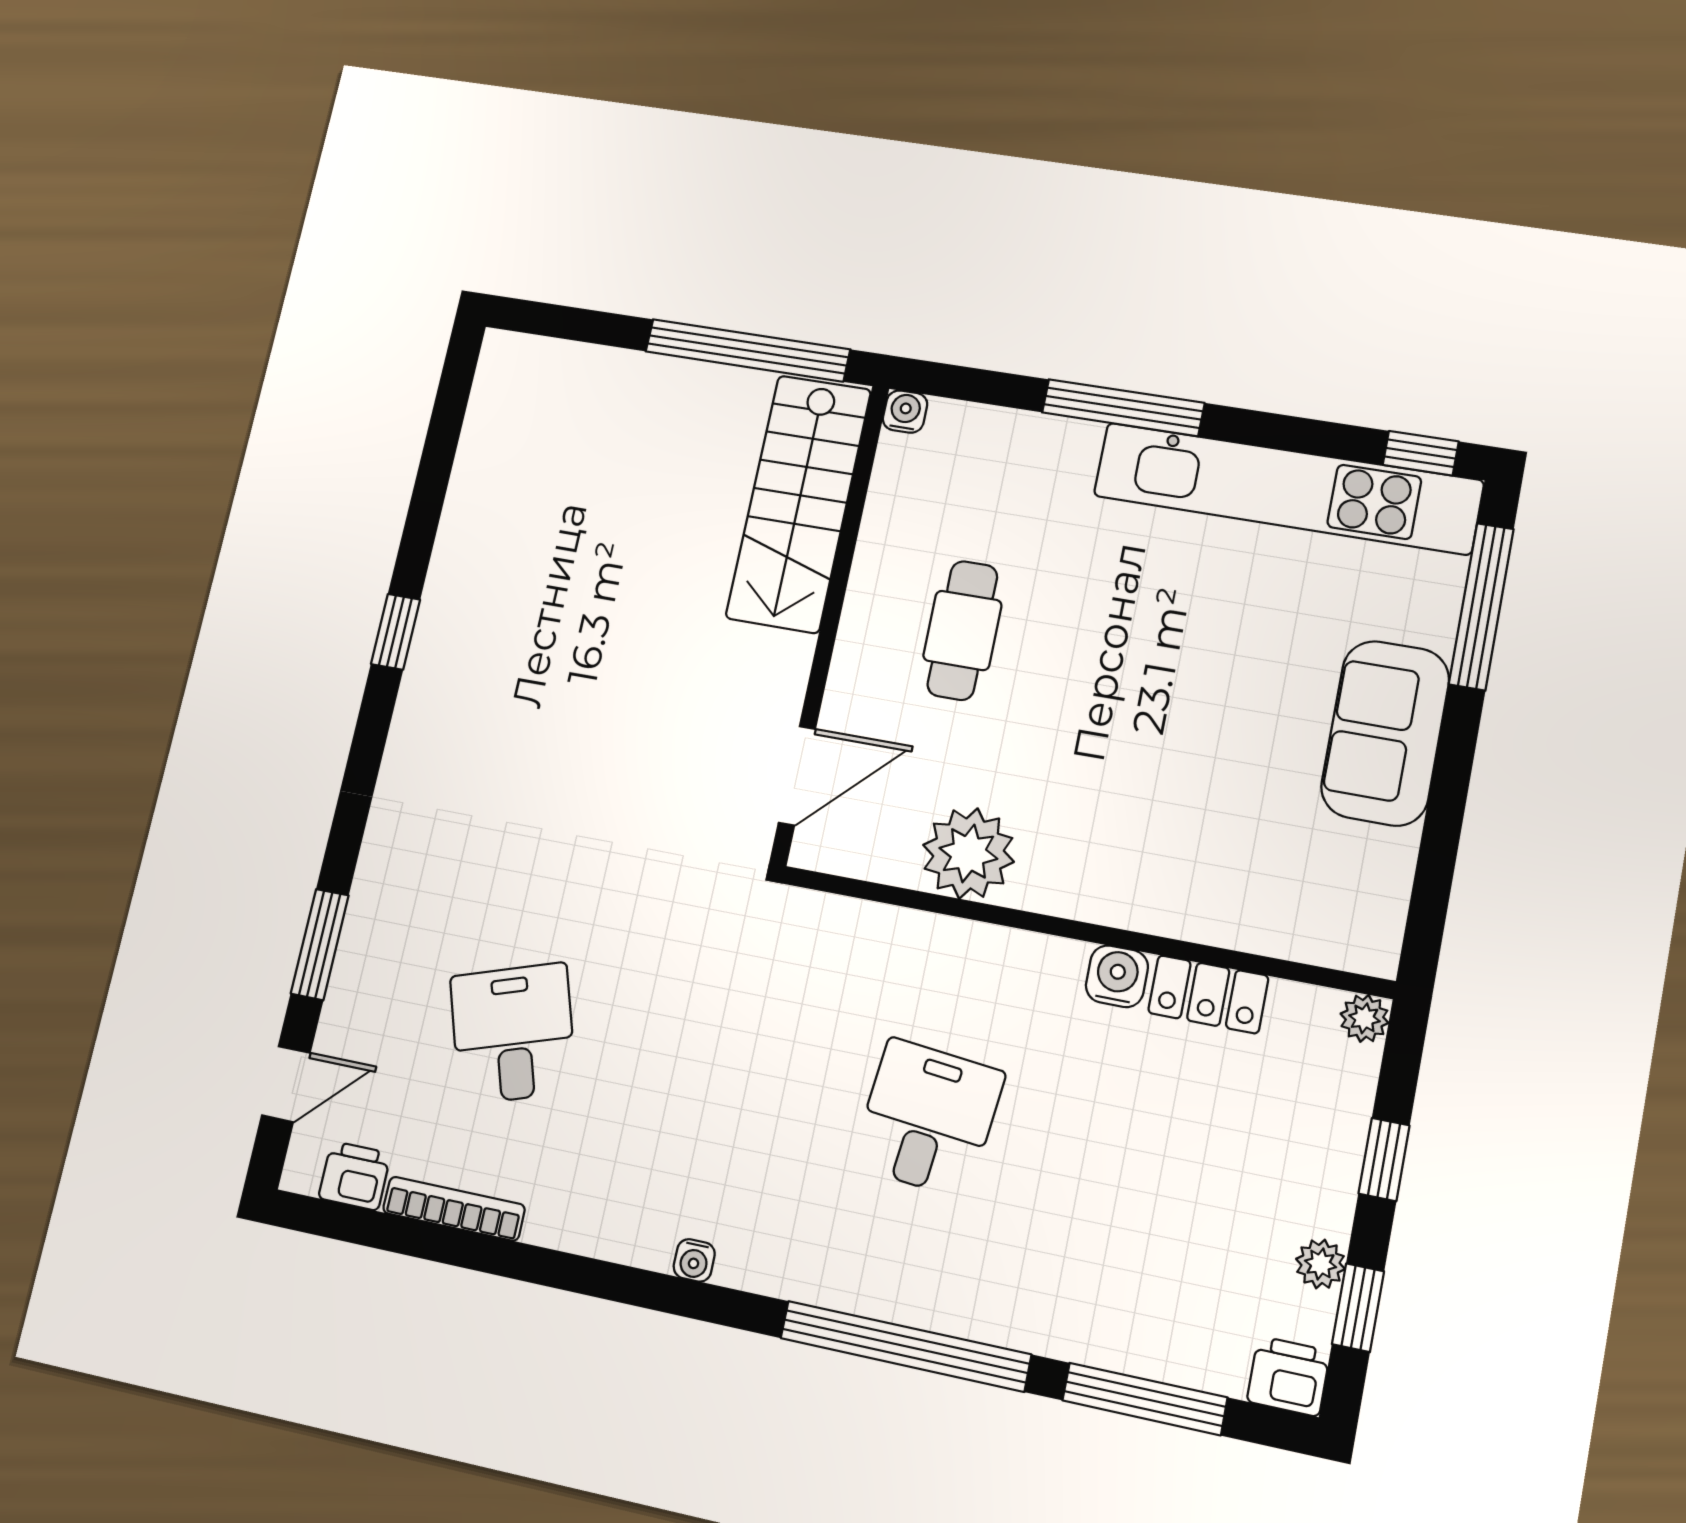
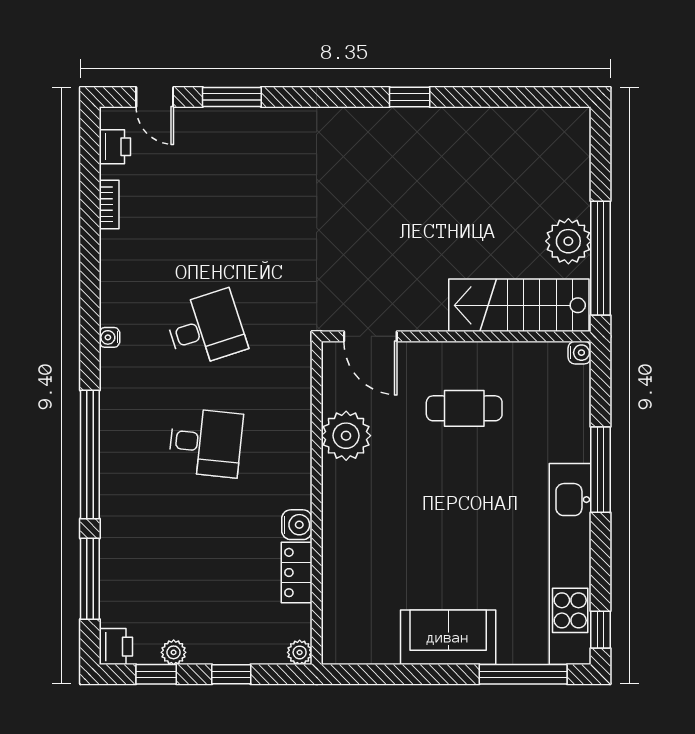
plant: (706, 401) -> (568, 241), added
desk: (513, 1034) -> (206, 329), moved
bookcase: (454, 1209) -> (109, 204), width x0.64

